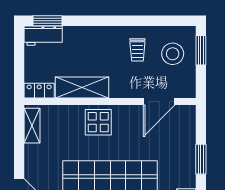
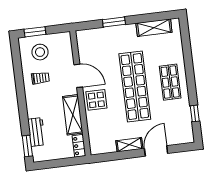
workbench: (43, 36) -> (37, 132), moved
door: (159, 102) -> (78, 76), moved
shelving: (32, 126) -> (129, 145), moved

